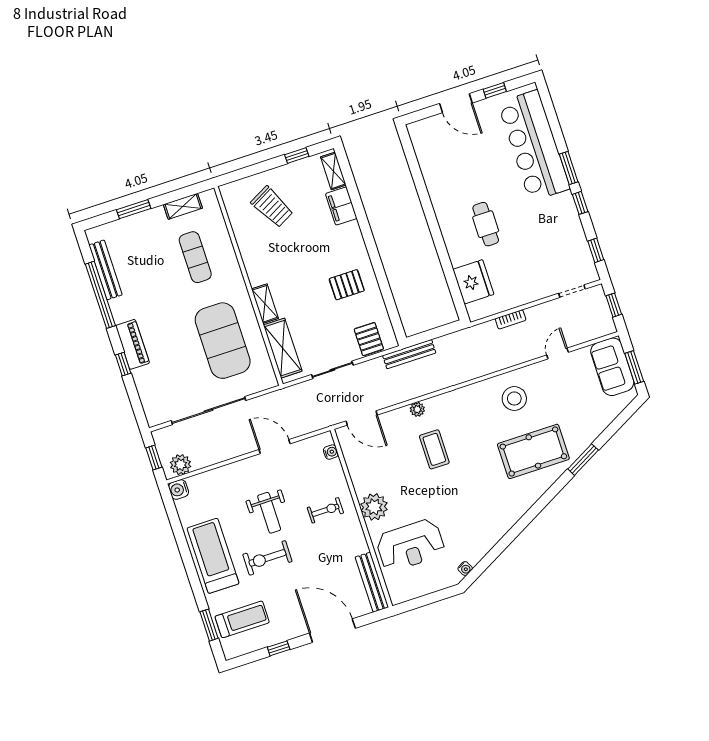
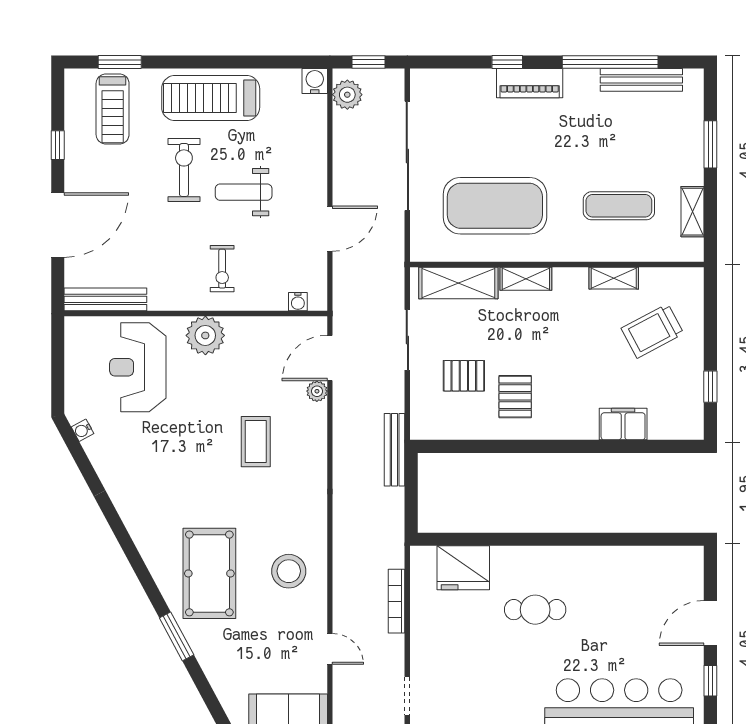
shelving: (333, 171) -> (614, 278), moved
bookcase: (511, 319) -> (397, 601), width x1.56
pallet: (369, 339) -> (464, 376), moved
plant: (417, 409) -> (317, 391), moved
coffee table: (434, 449) -> (256, 442), turned 90
treadmill: (213, 556) -> (211, 98), turned 180

